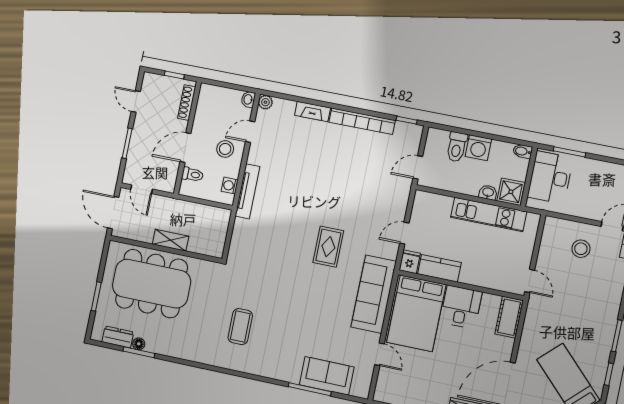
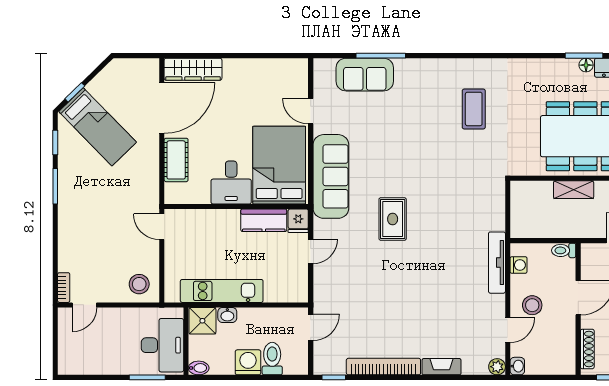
toilet: (193, 174) -> (564, 250), moved
stool: (581, 249) -> (139, 284), moved
cot: (509, 317) -> (176, 160), moved

